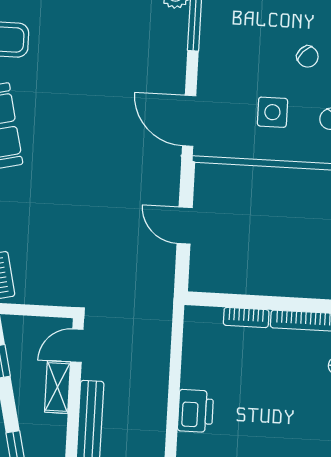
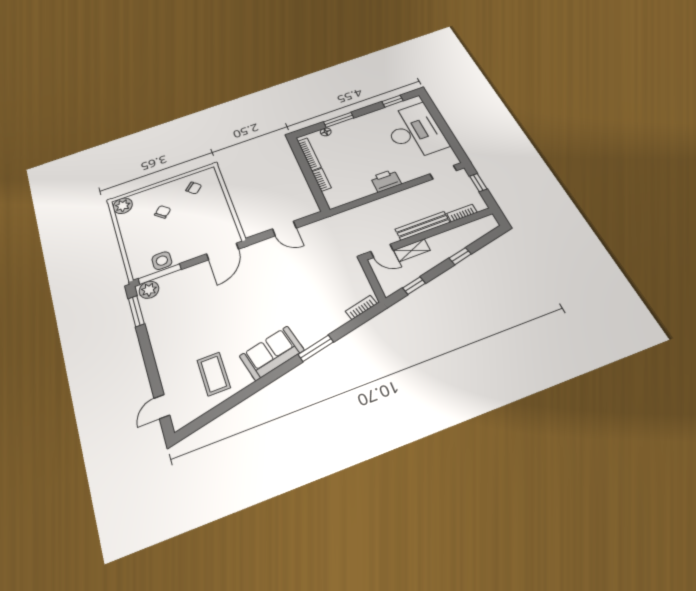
side table: (272, 112) -> (162, 261), moved
door: (185, 225) -> (284, 229), hinge flipped

